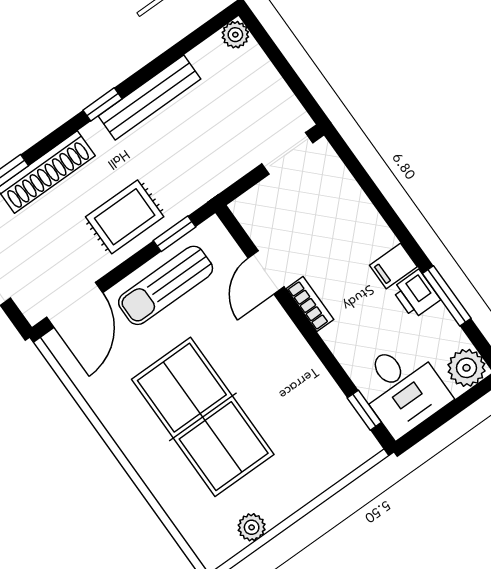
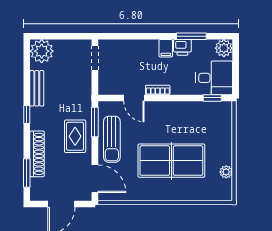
plant: (235, 35) -> (42, 51), width x1.87, depth x1.87
bench: (150, 97) -> (37, 88), width x0.73
window: (174, 234) -> (95, 122), width x1.50

